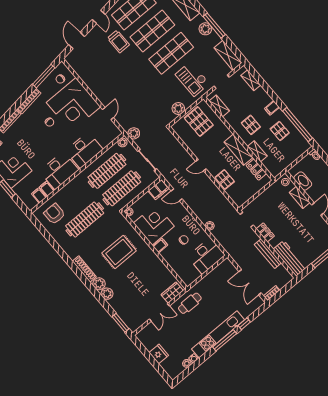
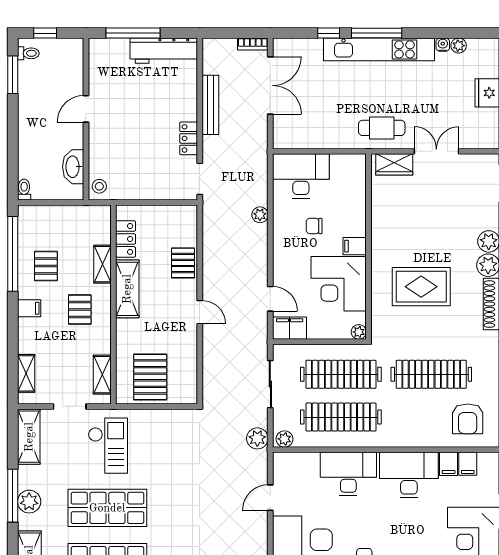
plant: (178, 109) -> (164, 420), removed
shelving: (300, 197) -> (97, 147), removed
workbench: (290, 258) -> (164, 51), moved, turned -90

